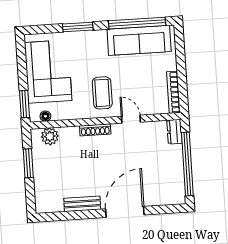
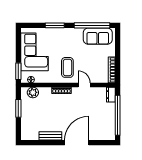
sofa: (139, 40) -> (98, 36), width x0.73

